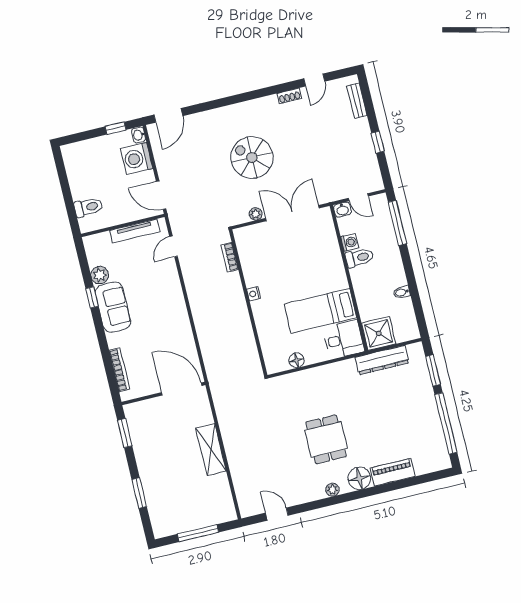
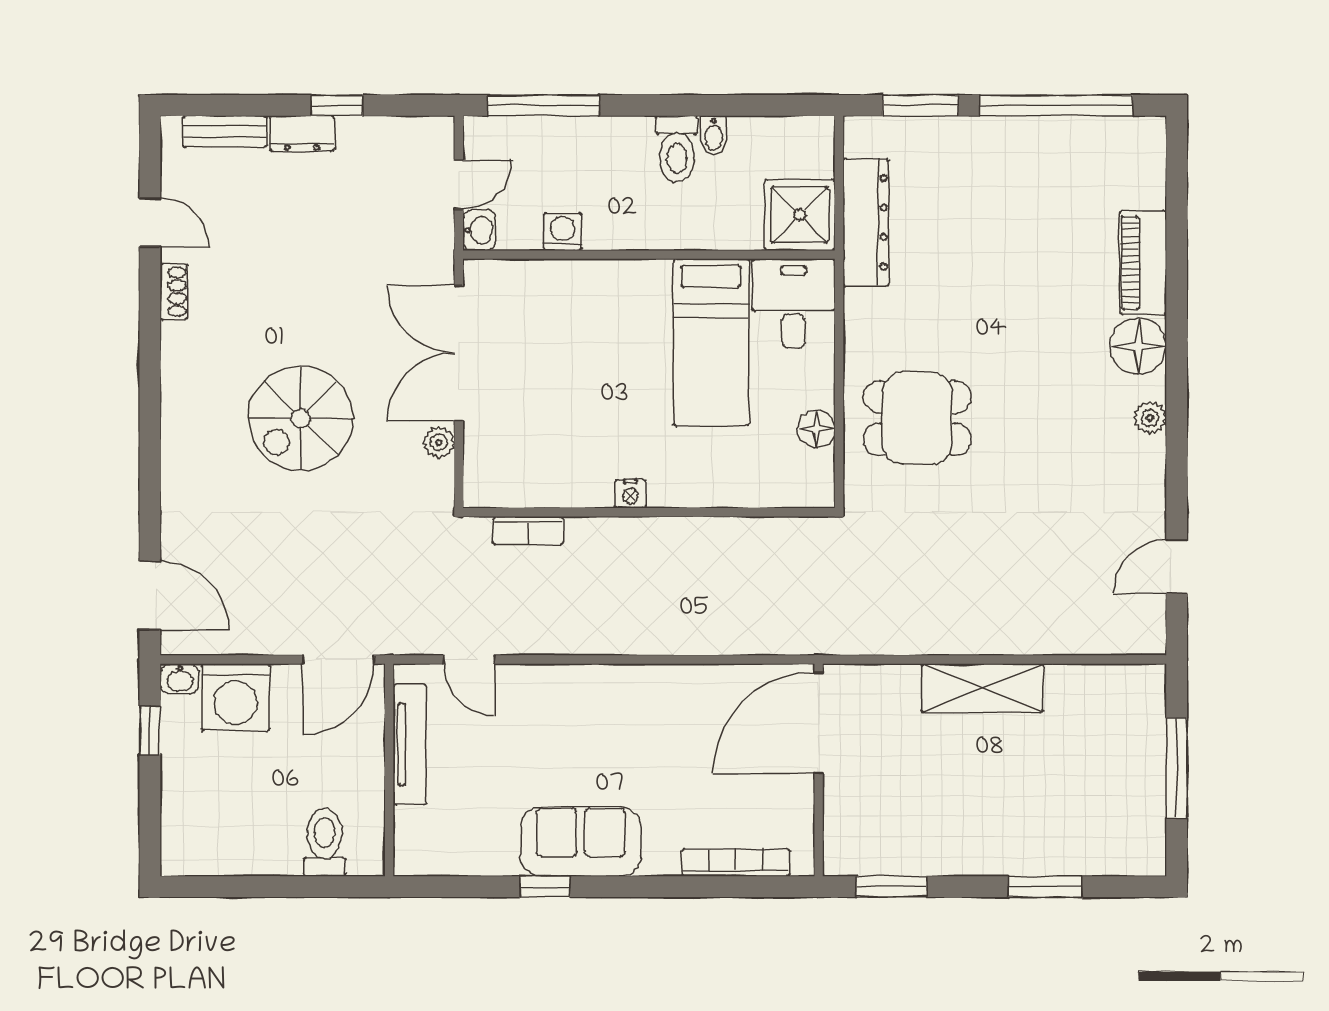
dresser: (363, 131) -> (302, 134), added
toilet: (359, 258) -> (677, 149), moved, turned 180
plant: (100, 275) -> (496, 855), removed
dining table: (326, 439) -> (917, 418), moved

